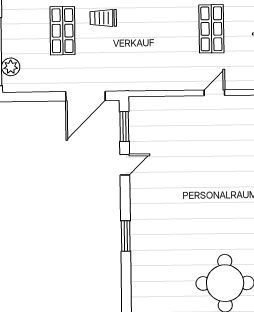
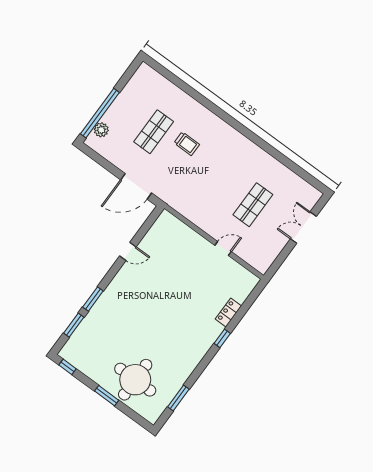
trolley: (103, 18) -> (187, 144), turned 180
window: (124, 126) -> (74, 325), moved

